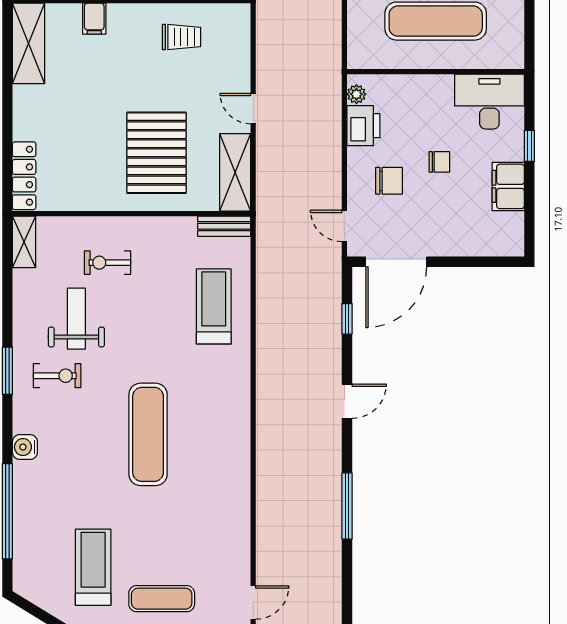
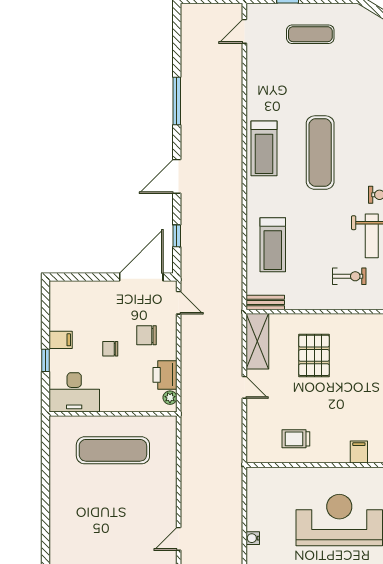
pallet: (156, 153) -> (314, 355), width x0.73, depth x0.71
filing cabinet: (508, 186) -> (61, 340), width x0.50
door: (347, 401) -> (177, 176), width x1.38
treadmill: (93, 567) -> (264, 148), moved

